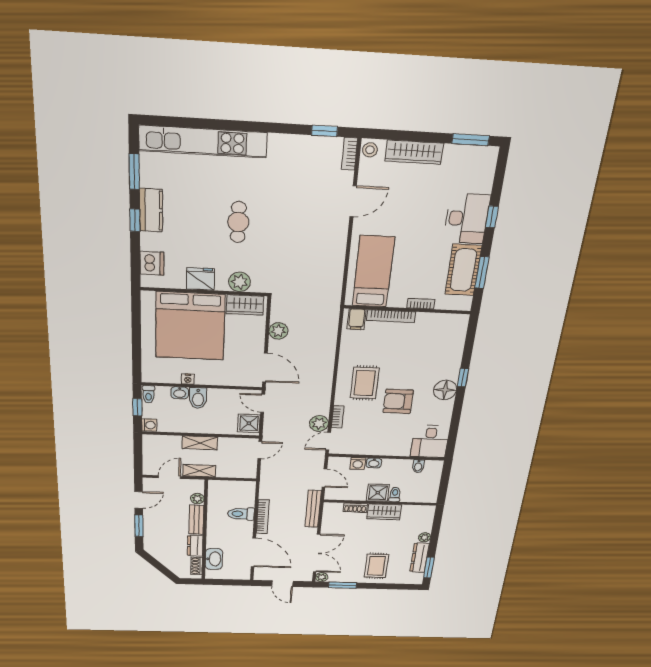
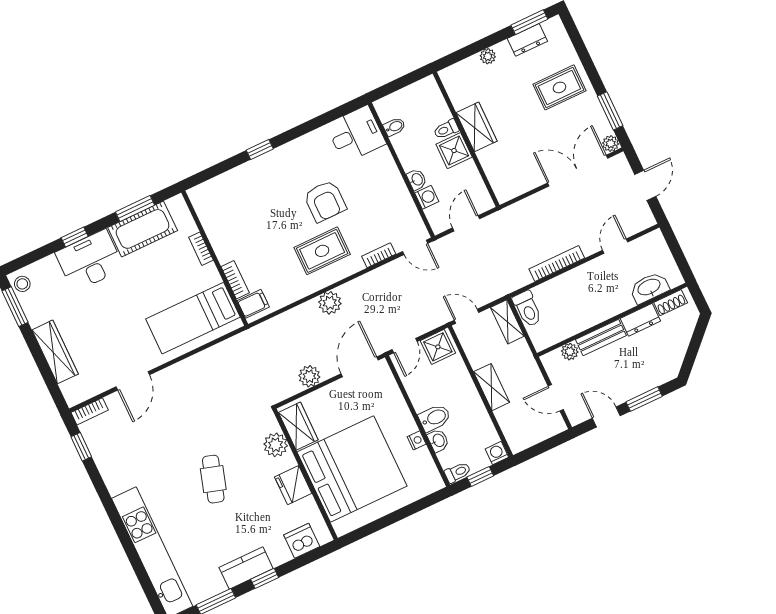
stool: (370, 150) -> (22, 284), moved
door: (353, 201) -> (133, 381), swing flipped
cafe table: (238, 222) -> (213, 479), turned -73
bookcase: (391, 316) -> (235, 280), width x0.64
floor lamp: (445, 390) -> (284, 159), removed
plant: (319, 423) -> (330, 303), moved
shelving: (199, 471) -> (507, 322), moved
shoe rack: (355, 508) -> (488, 164), removed
bench: (313, 509) -> (515, 212), removed
toilet: (241, 514) -> (527, 309), moved
door: (253, 552) -> (615, 246), width x0.53
dresser: (419, 558) -> (527, 40), width x0.70

